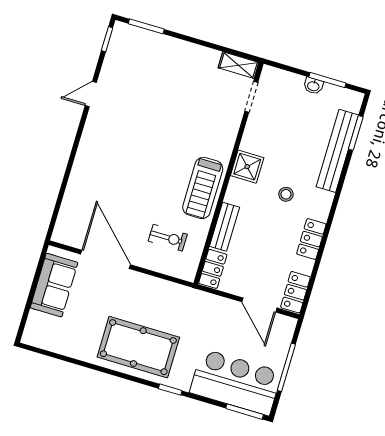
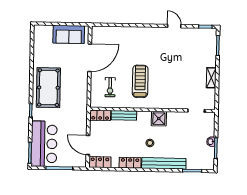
shelving: (238, 65) -> (211, 78), moved
bench: (337, 151) -> (164, 163), moved
treadmill: (203, 188) -> (140, 81), moved, turned 90
door: (259, 305) -> (88, 145), hinge flipped

